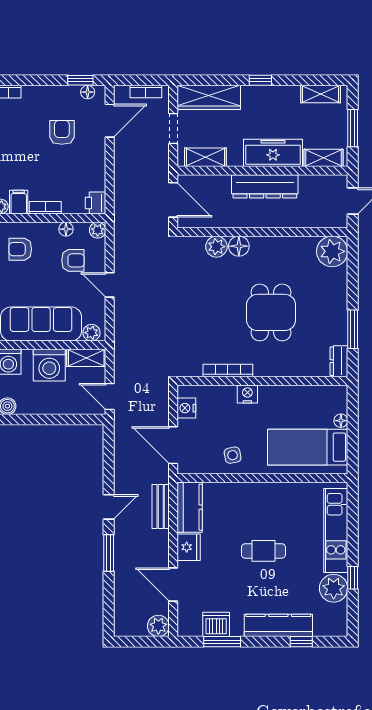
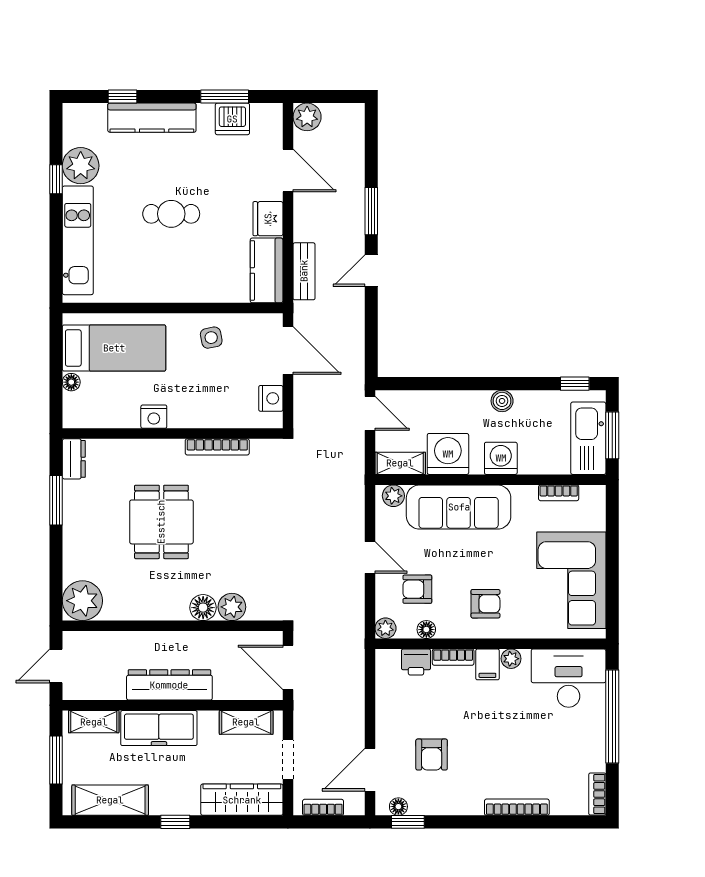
shelving: (321, 94) -> (110, 800), width x1.50, depth x1.33
printer: (95, 203) -> (416, 662), moved, turned 90
nightstand: (247, 394) -> (154, 417), moved

